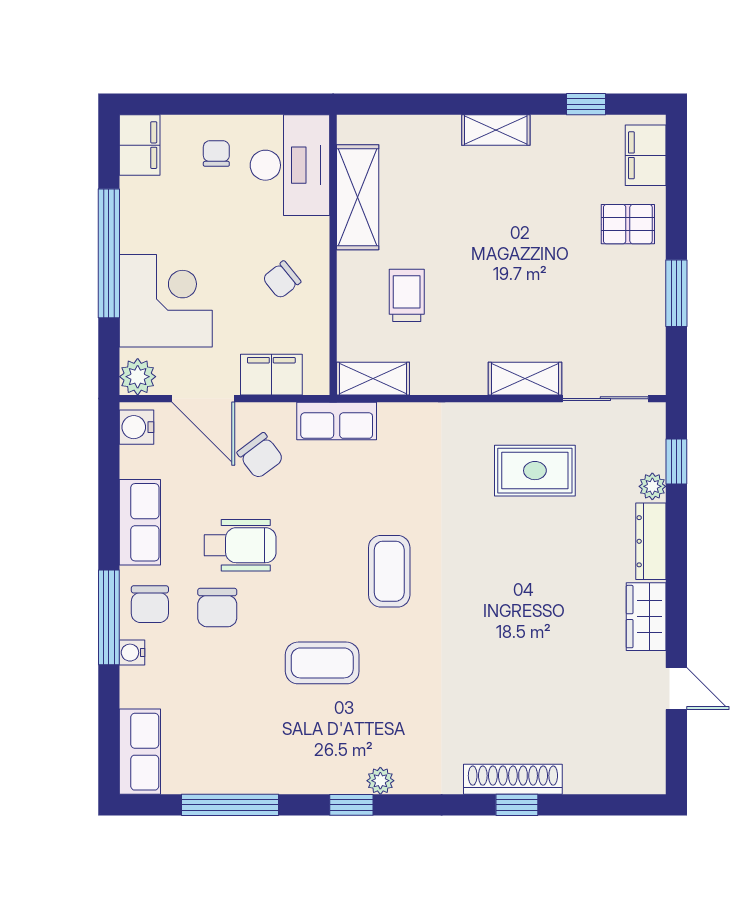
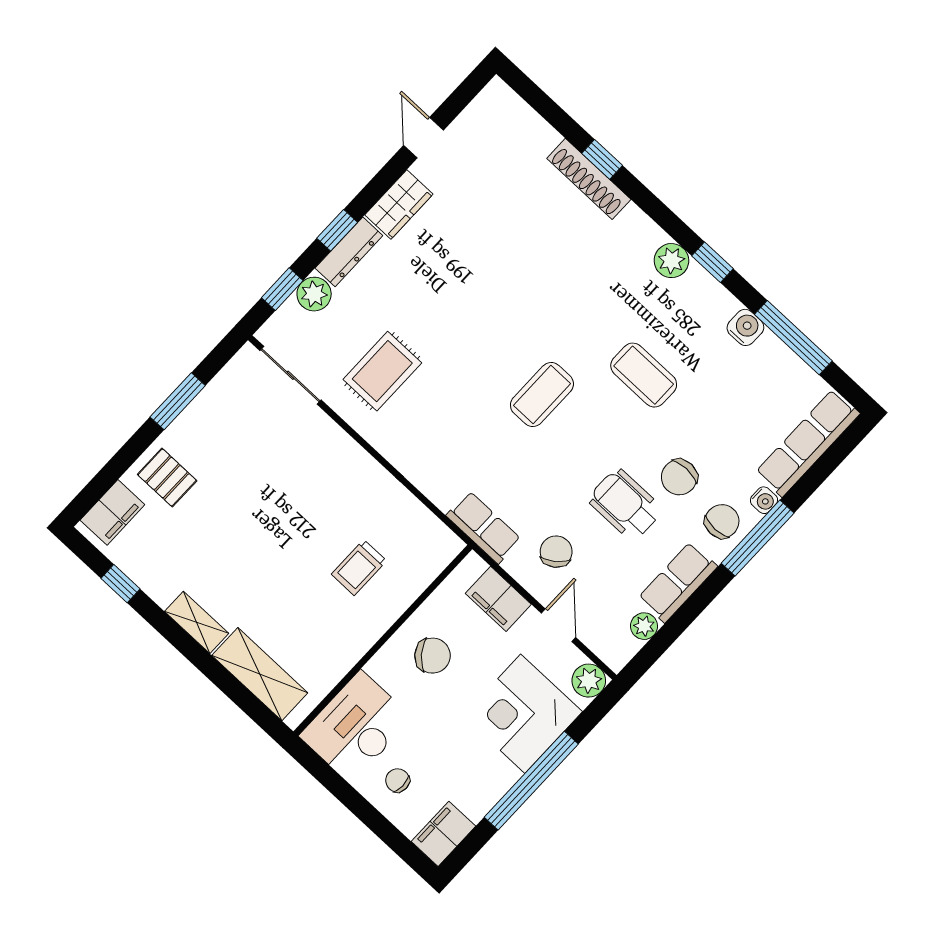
chair: (216, 154) -> (398, 780), turned 90
shelving: (358, 197) -> (260, 674), moved, turned 90
chair: (282, 280) -> (432, 656), width x1.37, depth x1.37
shelving: (373, 379) -> (433, 533), removed
shelving: (525, 379) -> (332, 439), removed
door: (203, 399) -> (559, 625), width x0.73
water cooler: (137, 427) -> (745, 327), moved, turned -90
plant: (134, 462) -> (644, 626), added
rug: (535, 471) -> (382, 371), turned 90
plant: (652, 486) -> (314, 294), width x1.38, depth x1.38
window: (676, 550) -> (337, 230), added
chair: (217, 608) -> (679, 477), turned 180
row of seats: (140, 752) -> (808, 443), width x1.48
plant: (380, 781) -> (671, 261), width x1.38, depth x1.38

